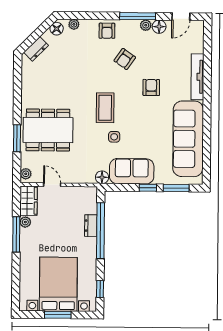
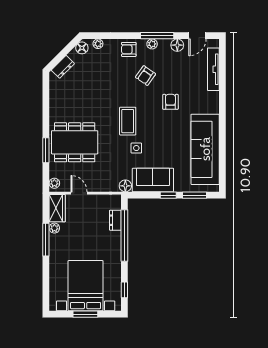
plant: (146, 25) -> (152, 44), moved
armchair: (107, 31) -> (129, 49), turned 90
tv unit: (197, 77) -> (213, 69), moved
dresser: (91, 226) -> (115, 220), moved

